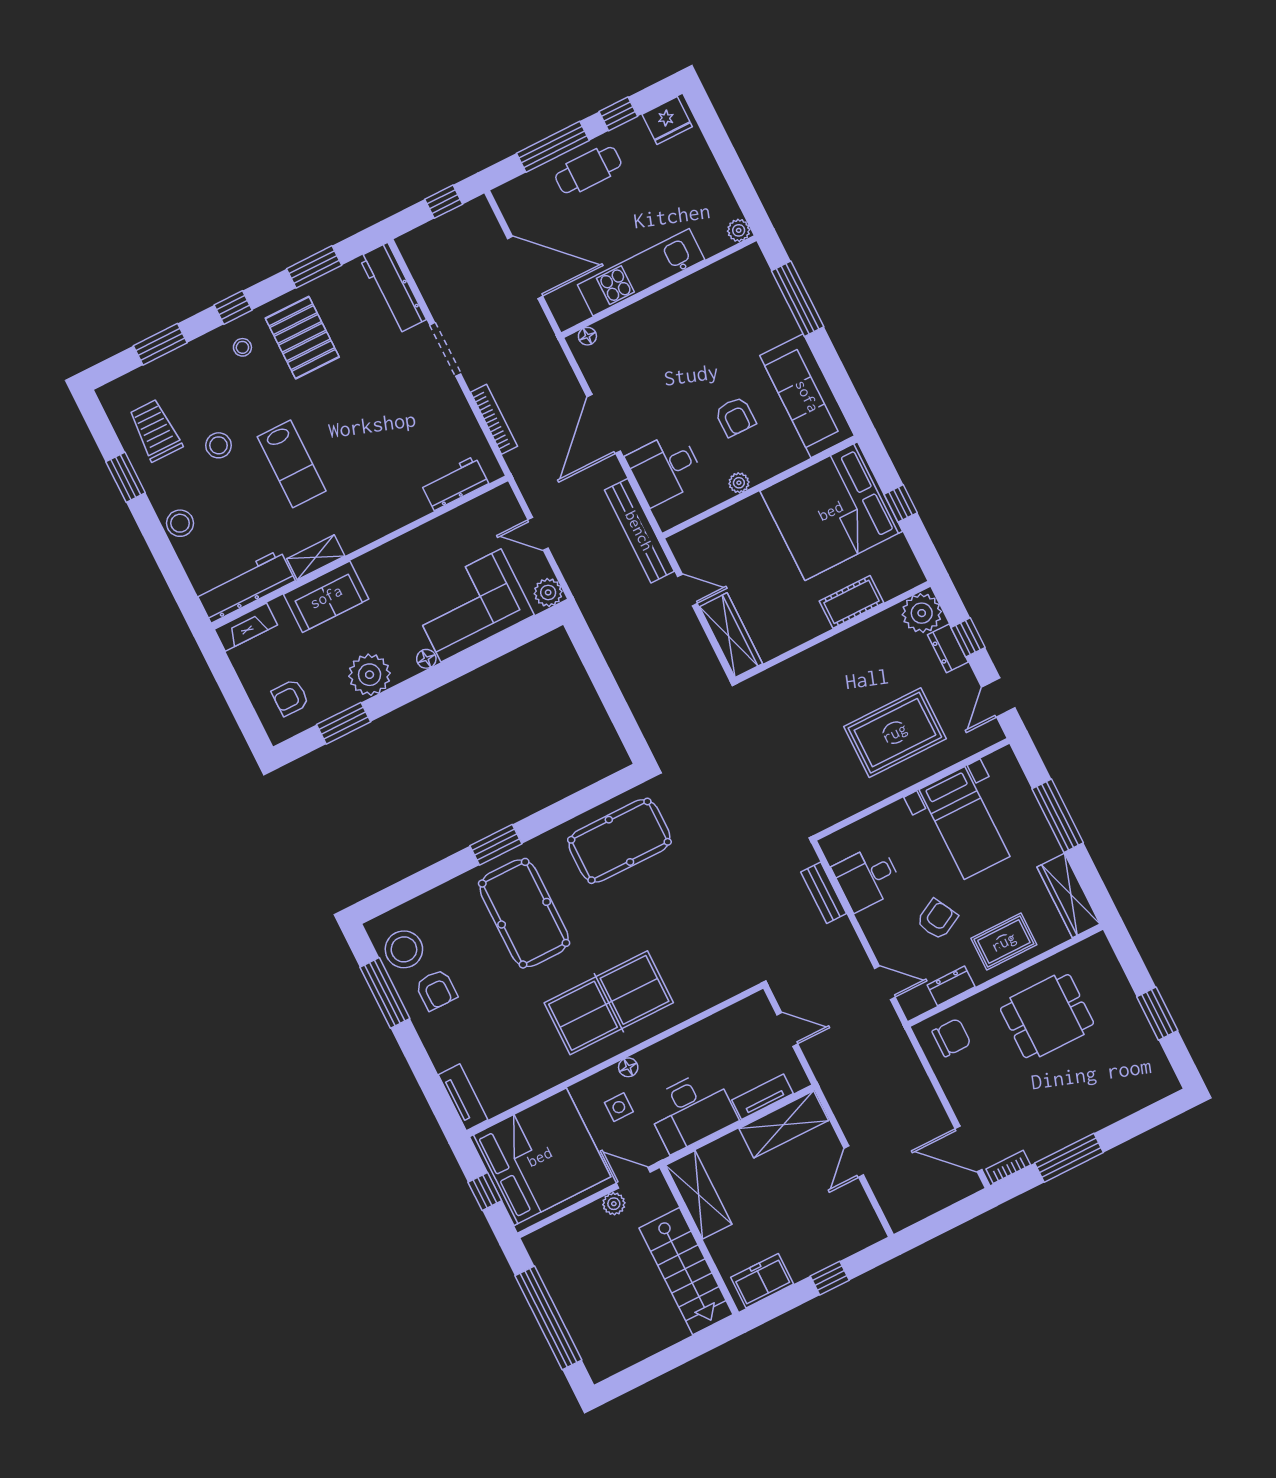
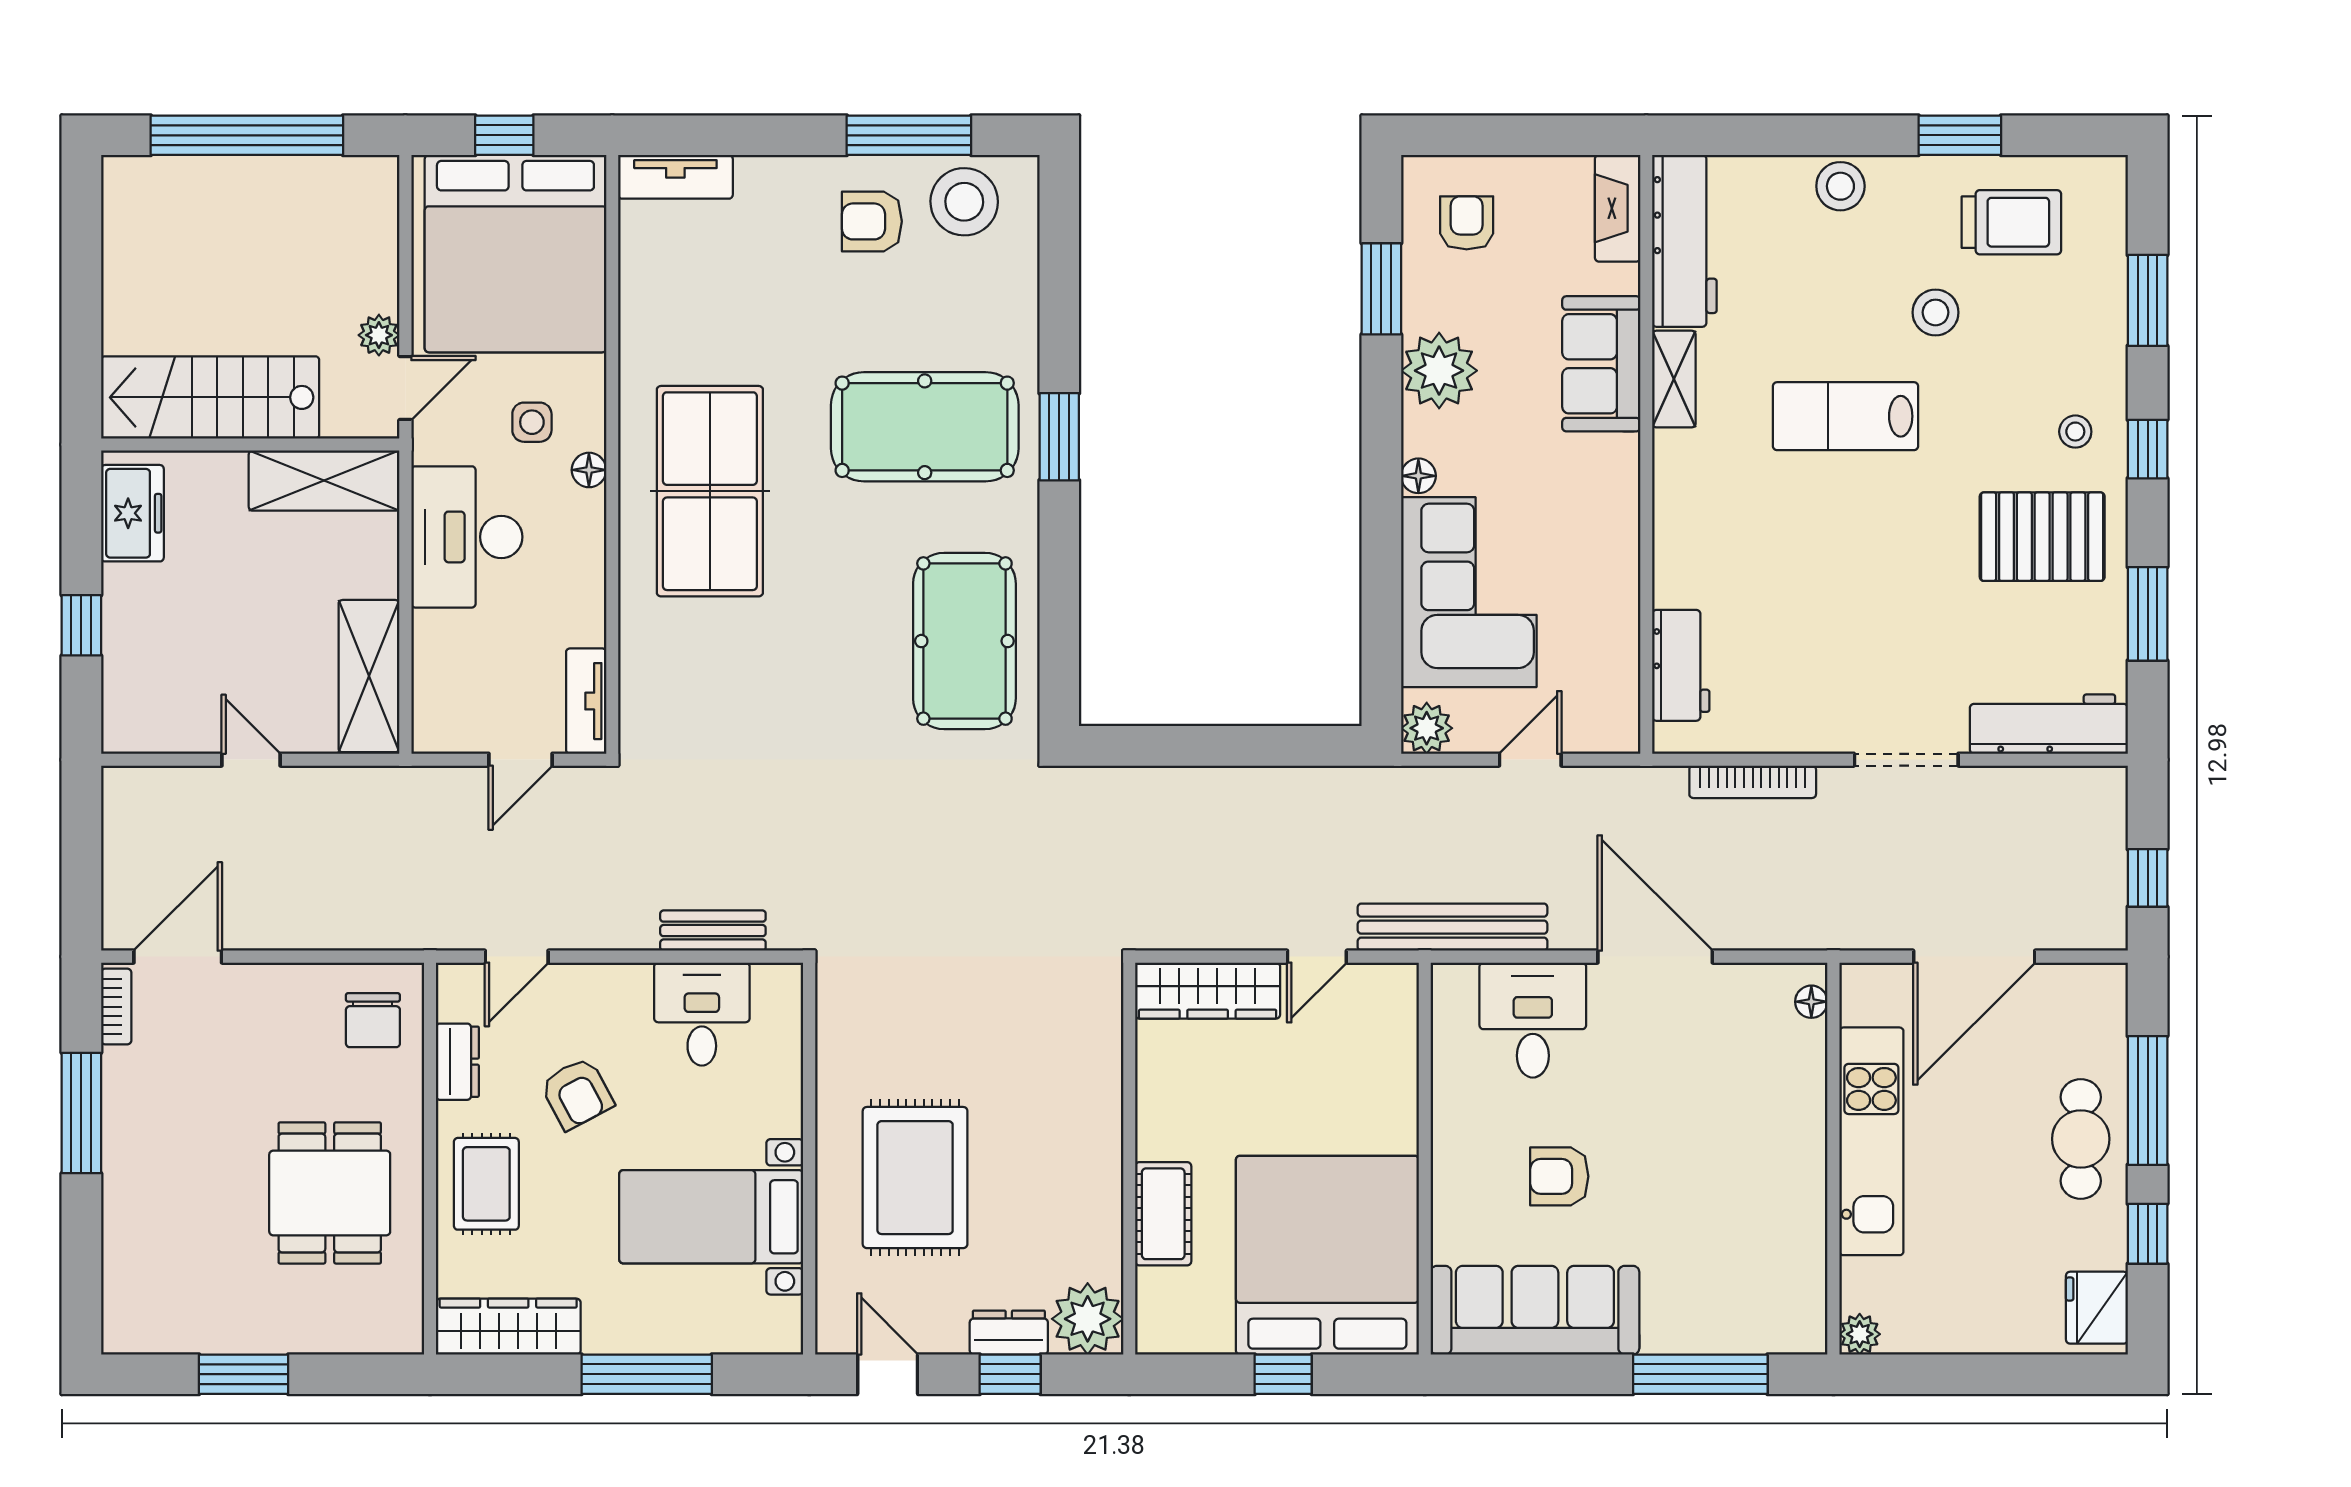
plant: (739, 483) -> (1449, 1128), removed
tv unit: (762, 1097) -> (586, 701), moved, turned 180

